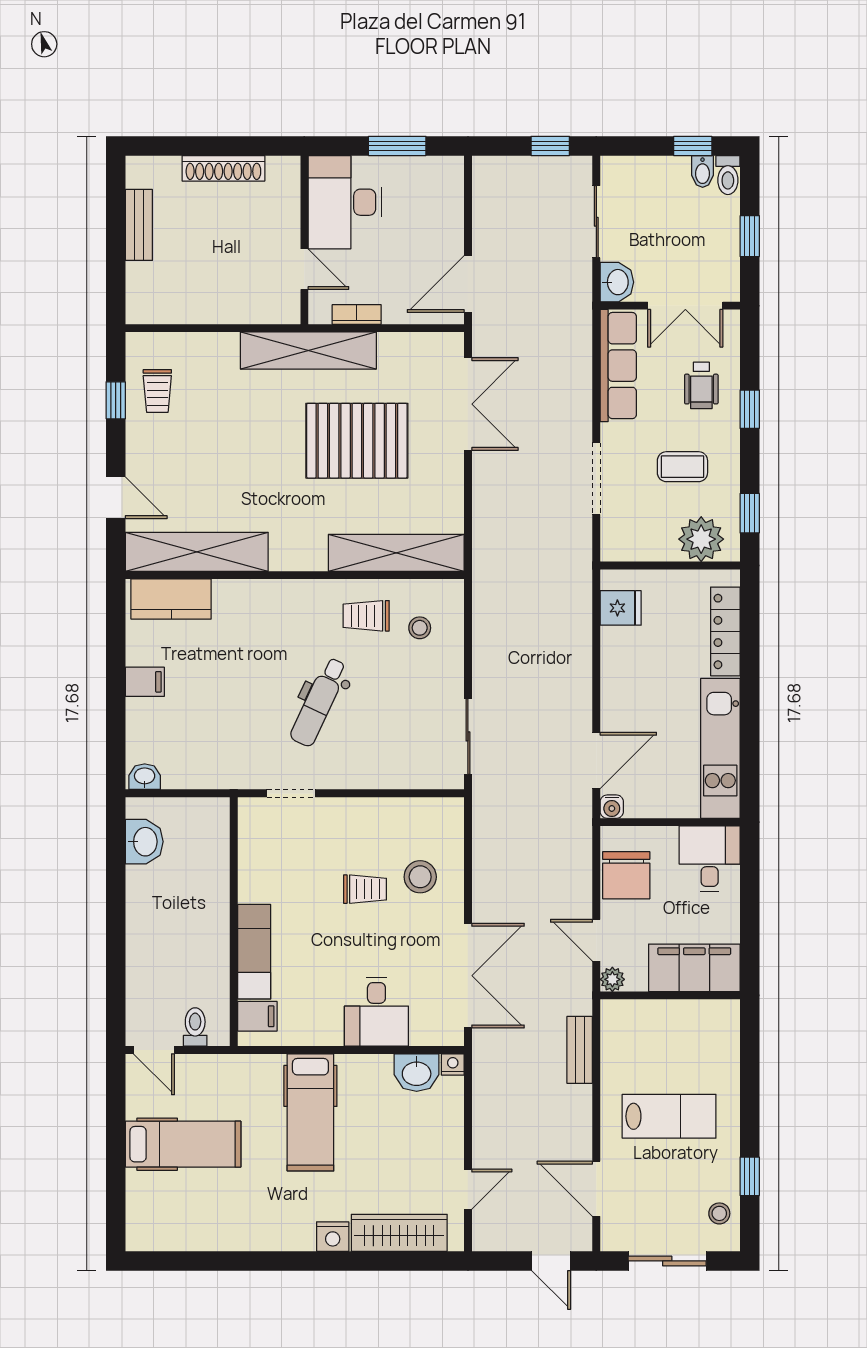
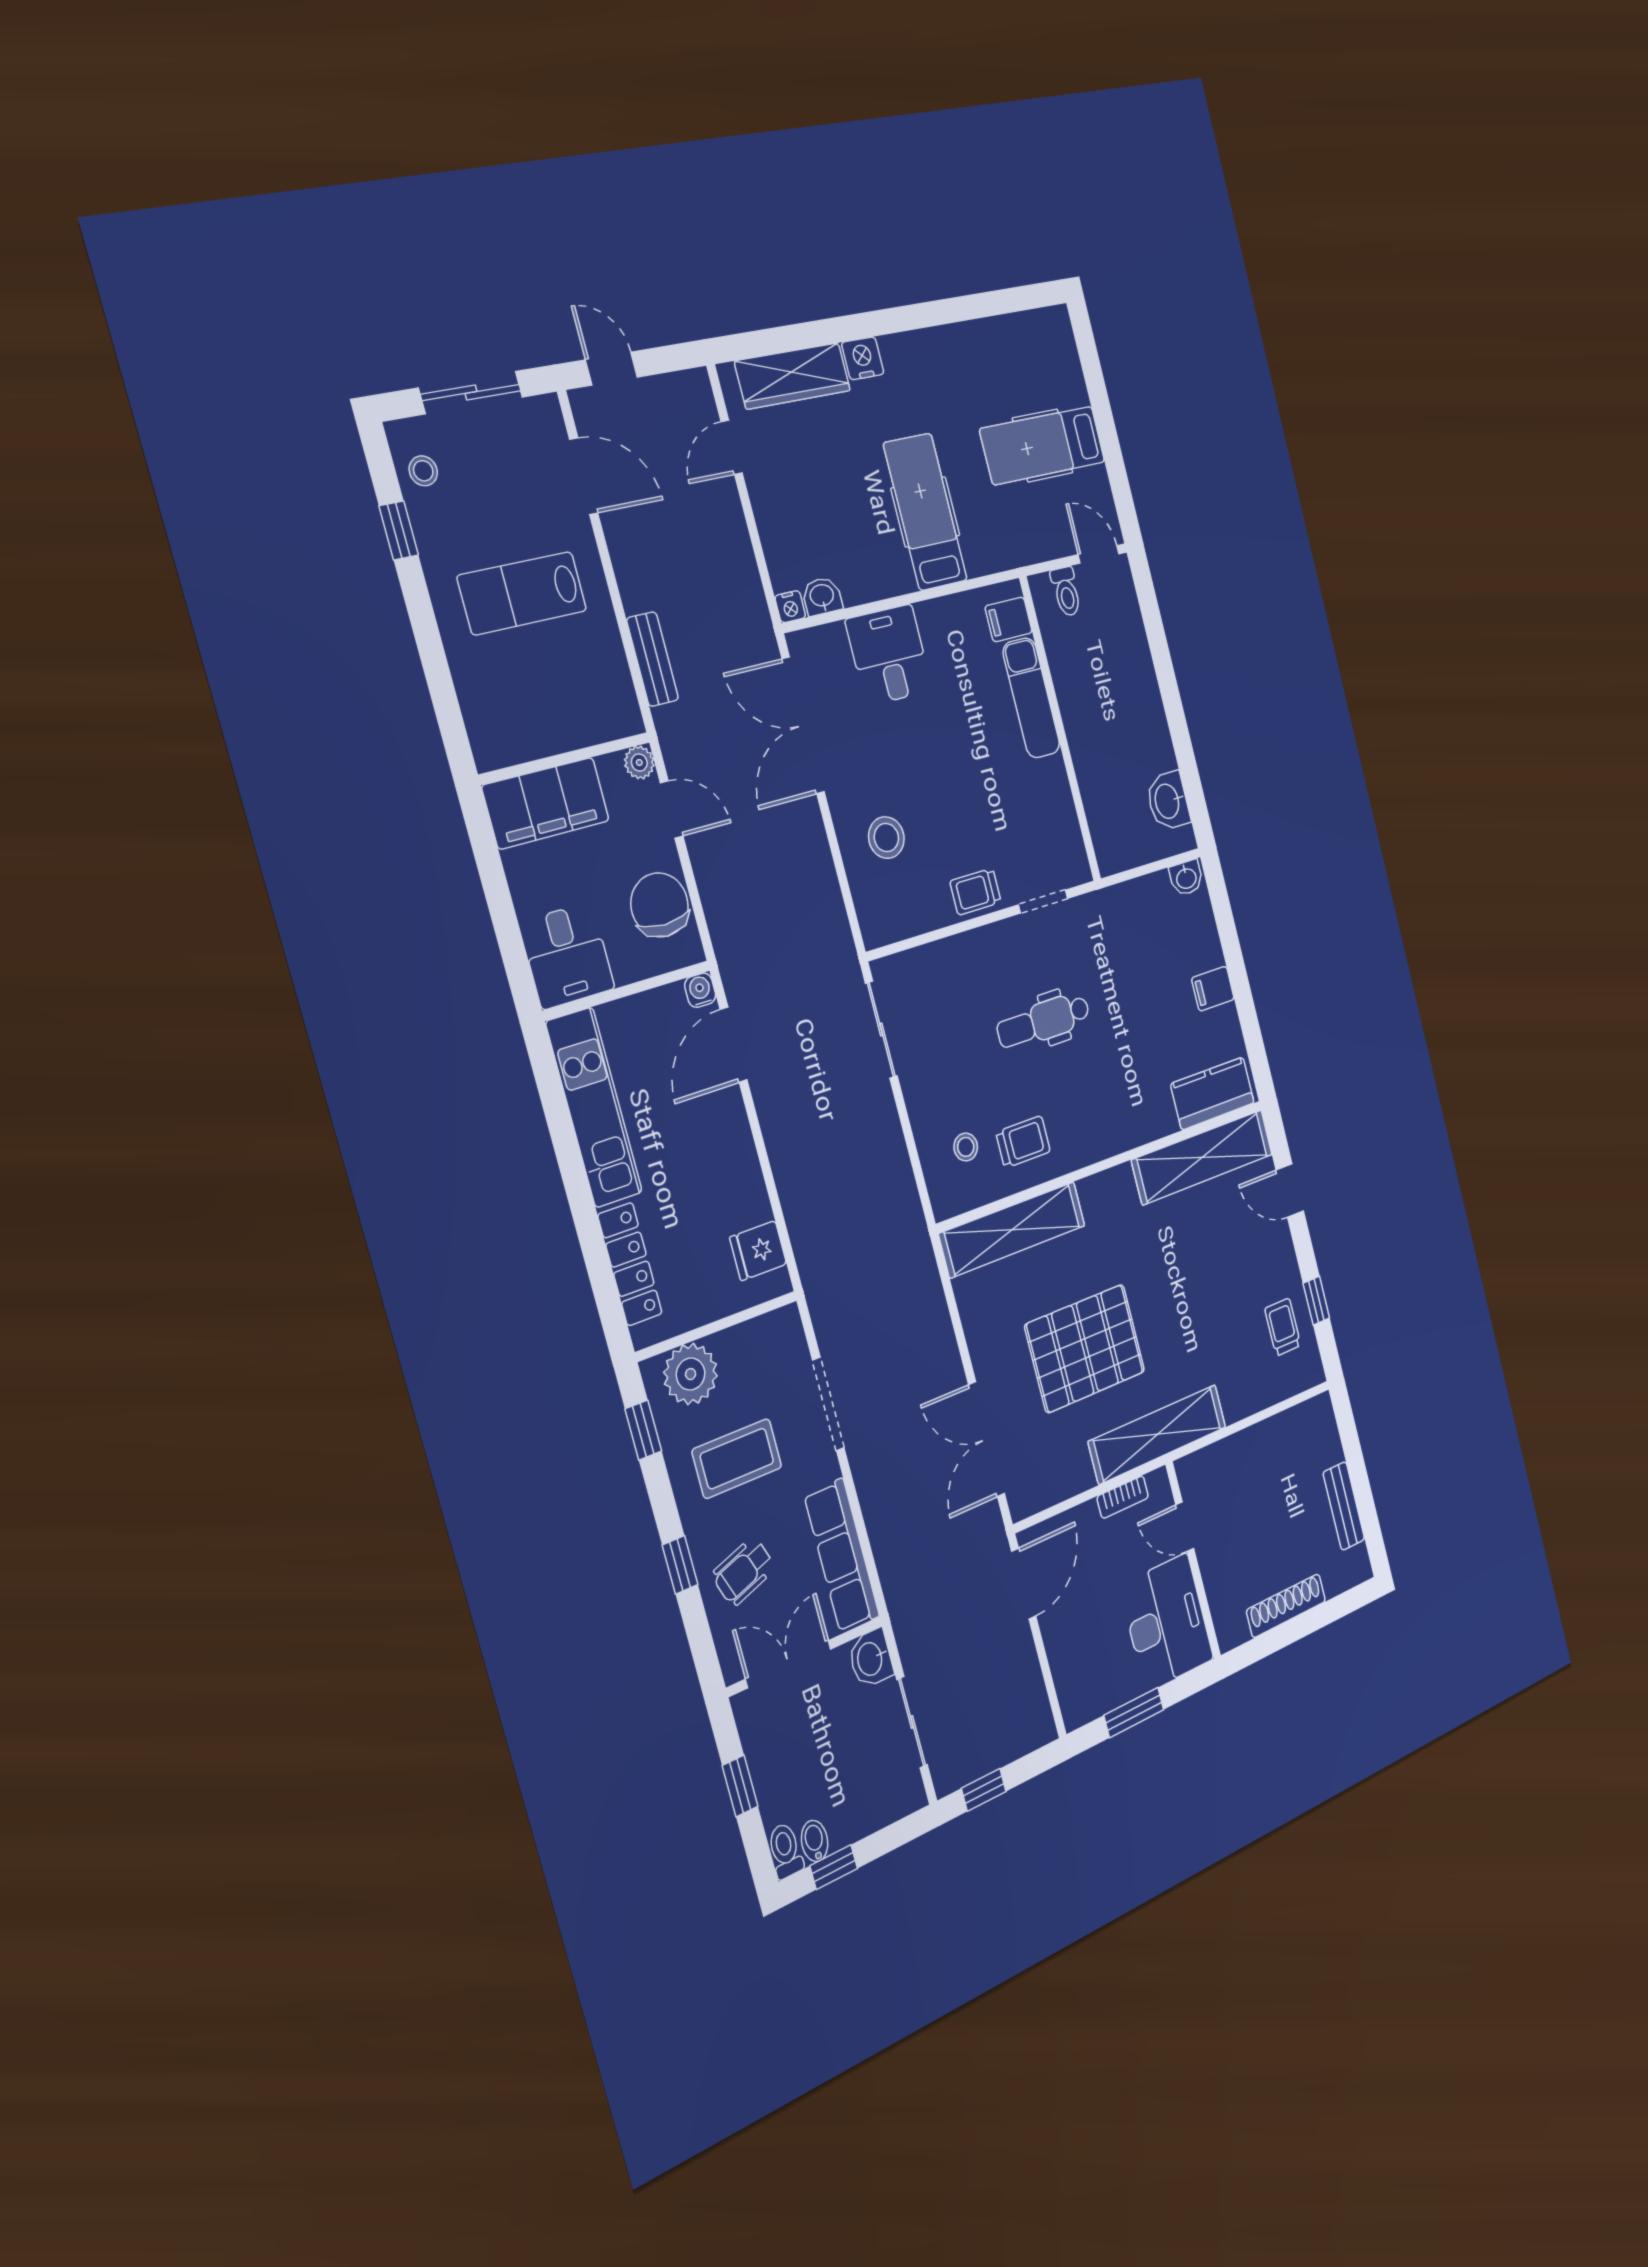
wheelchair: (701, 385) -> (744, 1571), turned -109
coffee table: (682, 467) -> (737, 1459), width x1.36, depth x1.30
dental chair: (319, 702) -> (1043, 1021), turned -115
trolley: (365, 889) -> (975, 892), moved
washbasin: (417, 1073) -> (822, 596), width x0.72, depth x0.69

